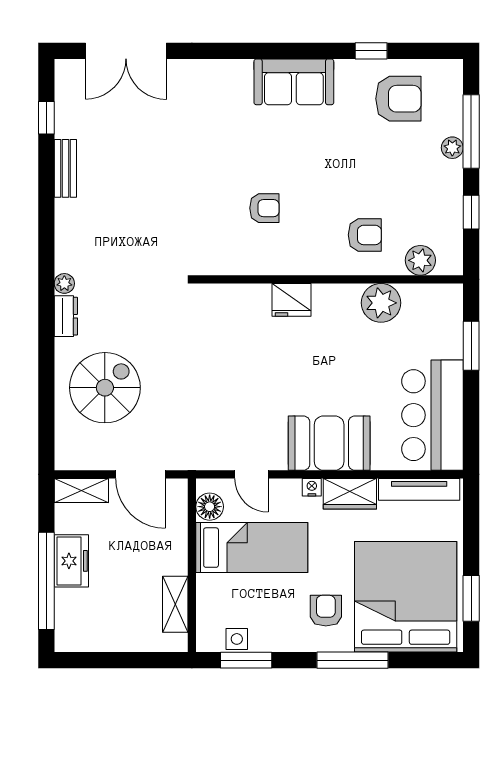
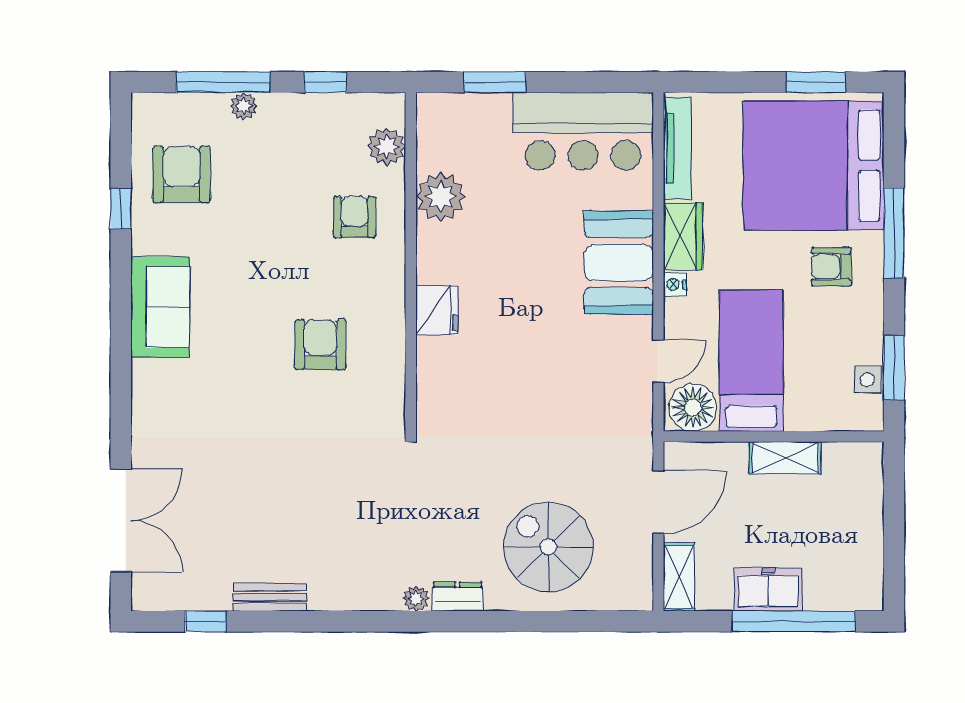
armchair: (264, 208) -> (320, 345), width x1.38, depth x1.38
floor lamp: (210, 507) -> (693, 408), width x1.38, depth x1.38
shelving: (175, 604) -> (785, 458), moved

